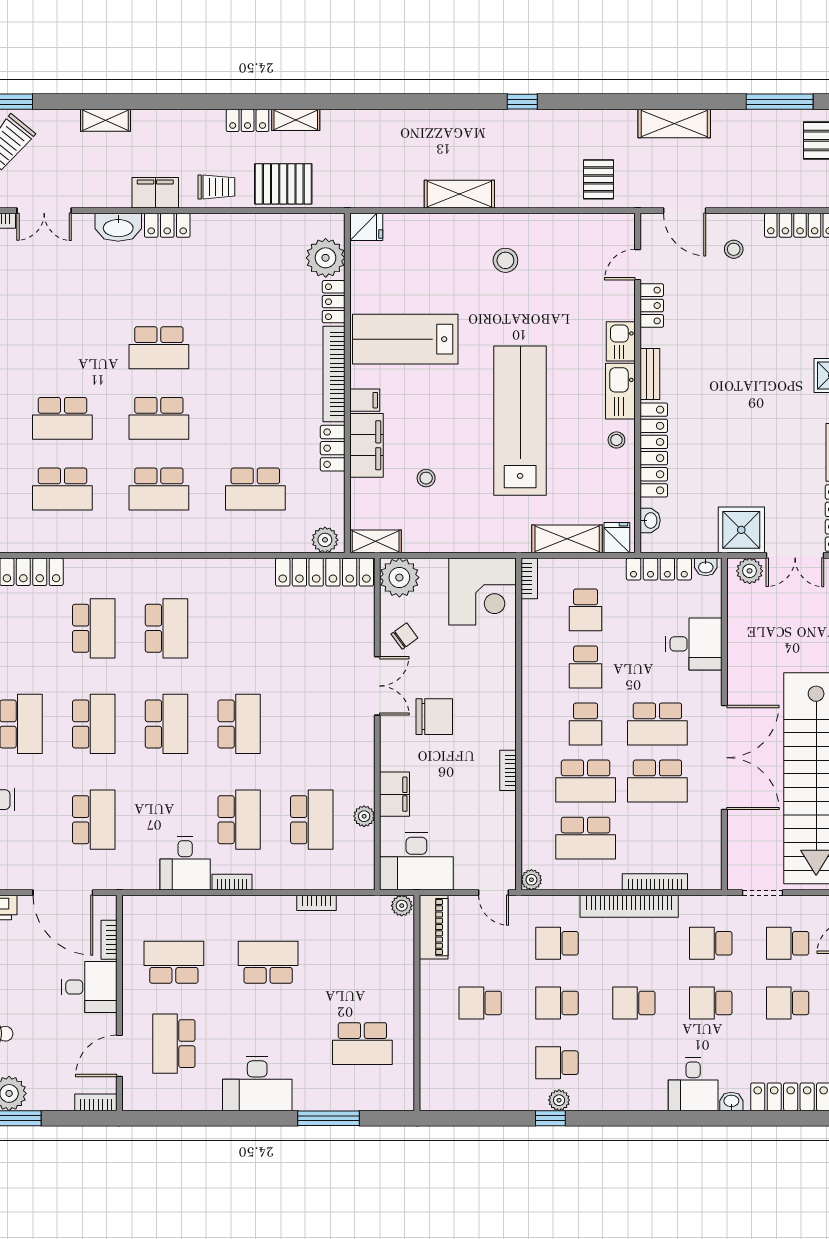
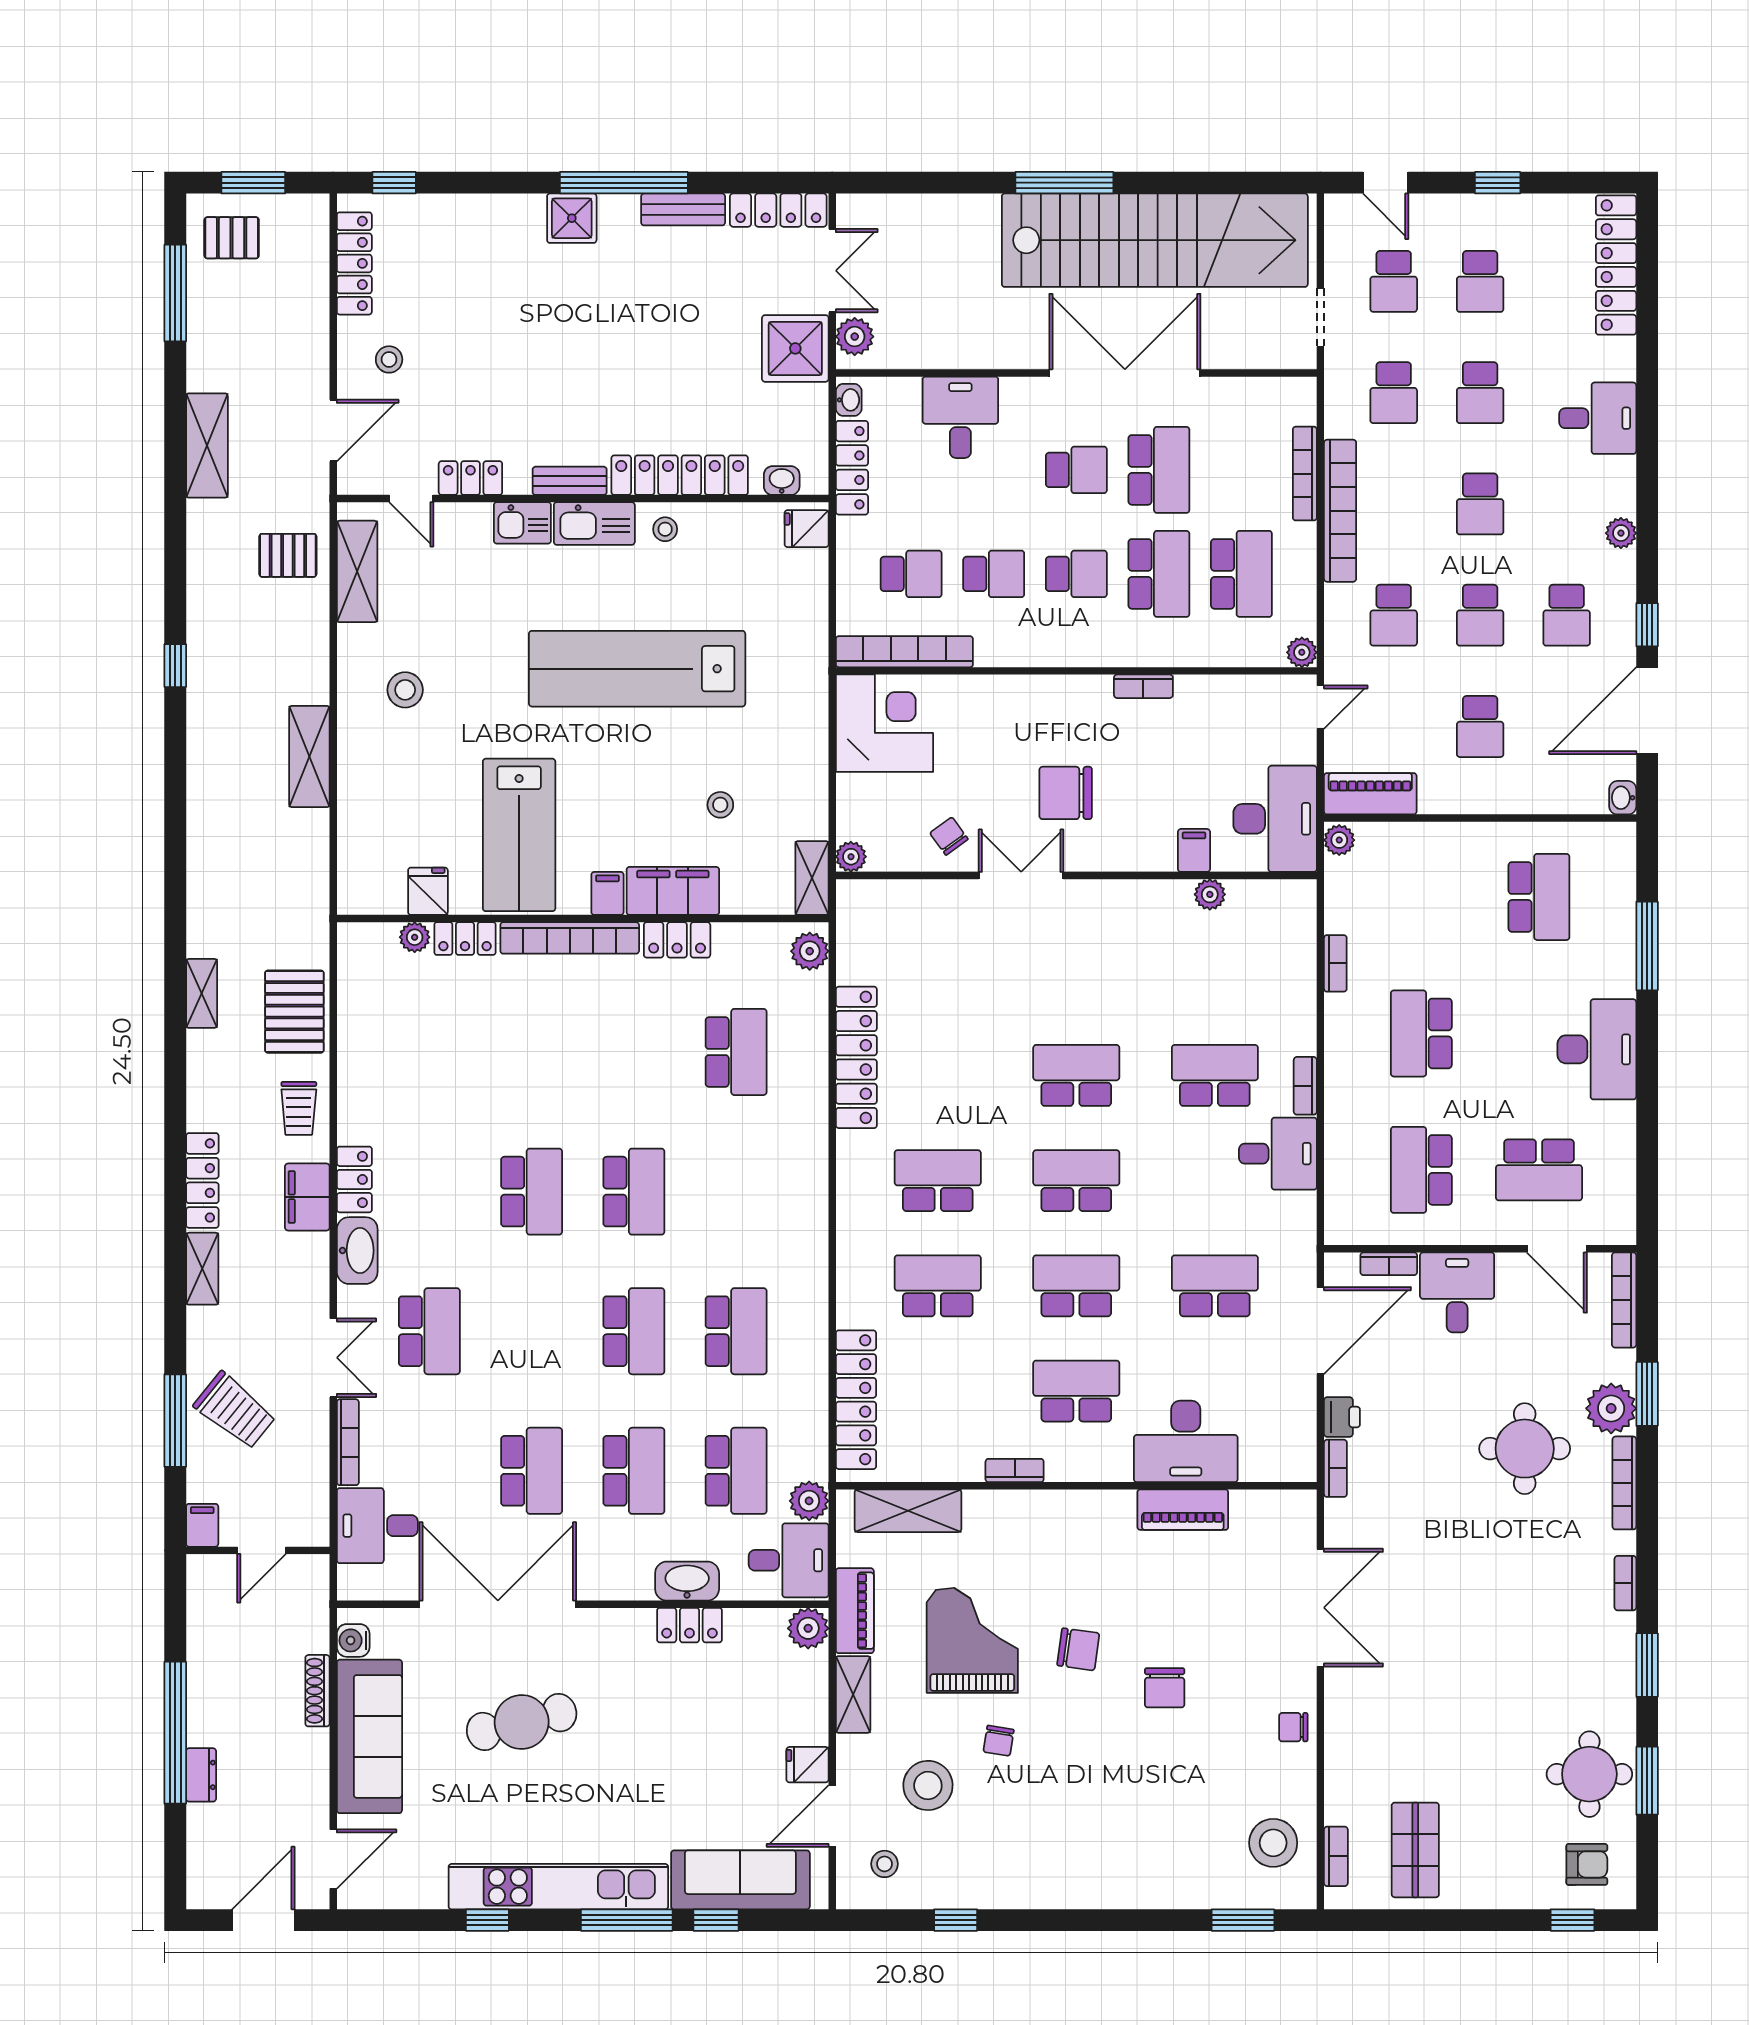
locker: (248, 120) -> (202, 1180), moved, width x1.53
trolley: (216, 187) -> (299, 1108), turned 180
fridge: (366, 227) -> (428, 891), moved
plant: (326, 258) -> (415, 937), width x0.53, depth x0.53
school desk: (159, 489) -> (429, 1331), moved
shelving: (567, 539) -> (357, 571), moved
locker: (325, 572) -> (856, 1057), moved
plant: (399, 578) -> (851, 857), width x0.53, depth x0.53
bookcase: (529, 578) -> (904, 652), width x2.31, depth x1.31
chair: (434, 717) -> (1066, 793), turned -90
school desk: (657, 724) -> (1076, 470), width x0.54
filing cabinet: (395, 794) -> (1194, 850), width x0.50
school desk: (312, 820) -> (1215, 970), removed
plant: (559, 1100) -> (1621, 533), moved
washbasin: (731, 1101) -> (1623, 798), moved
bookcase: (96, 1102) -> (1624, 1300), width x1.56
door: (491, 1118) -> (1647, 711), added

